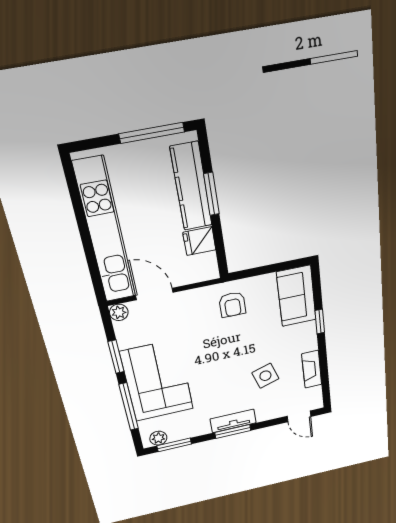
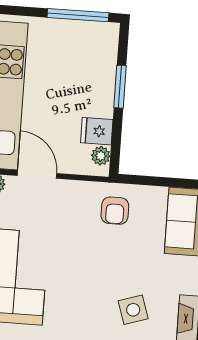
kitchen counter: (191, 187) -> (102, 74), removed
plant: (208, 262) -> (101, 156), added

